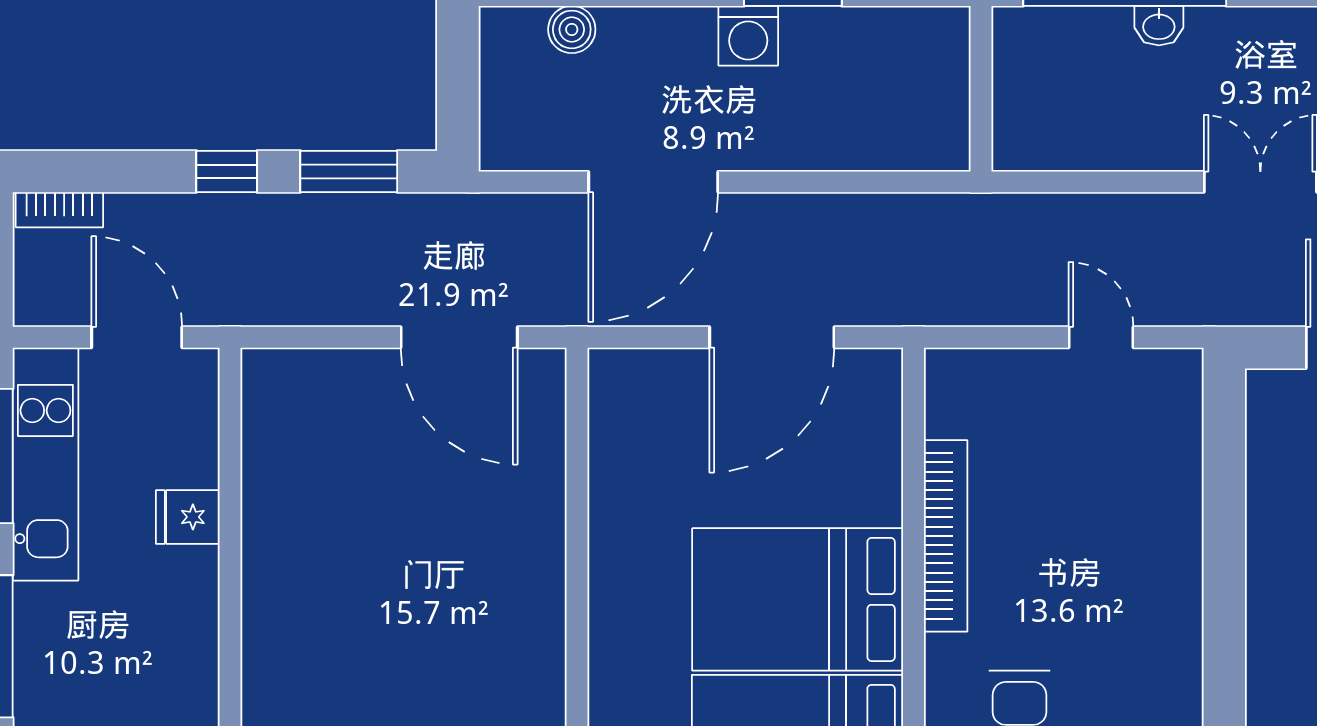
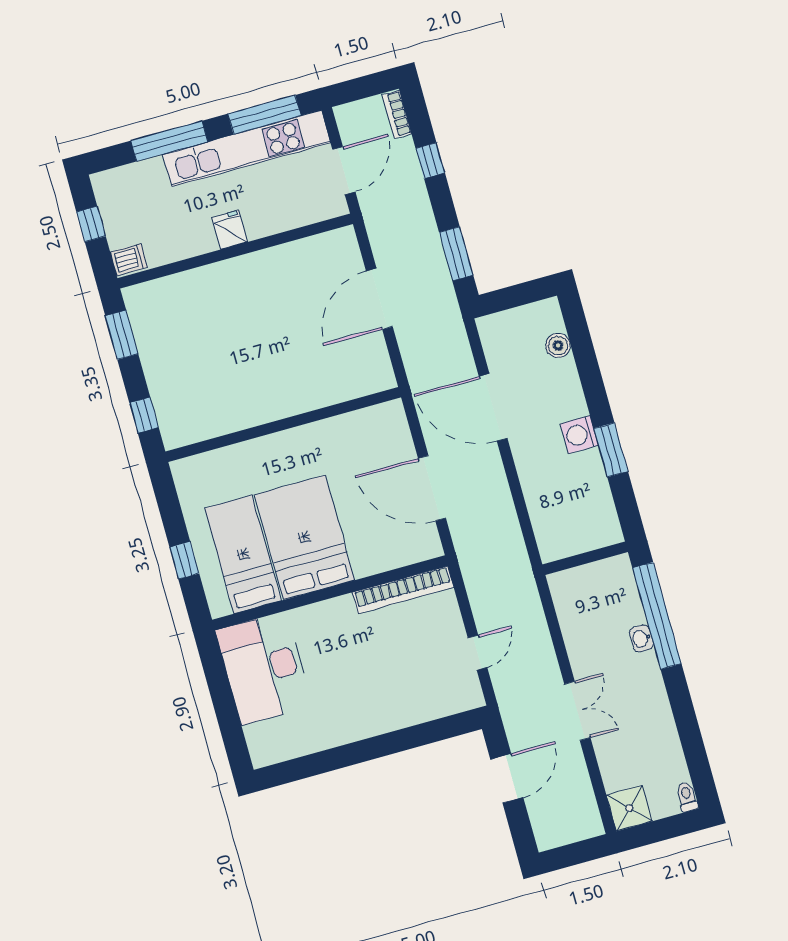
window: (227, 172) -> (430, 161), moved
door: (459, 337) -> (379, 299), moved
kitchen unit: (45, 464) -> (247, 148), width x1.36
fridge: (188, 517) -> (230, 230), moved
bookcase: (946, 536) -> (403, 590), moved

